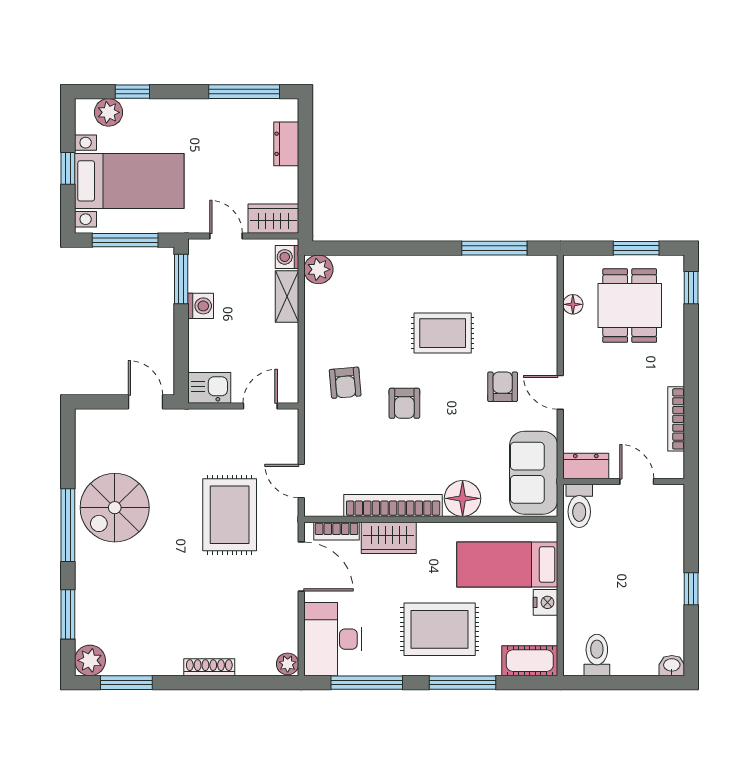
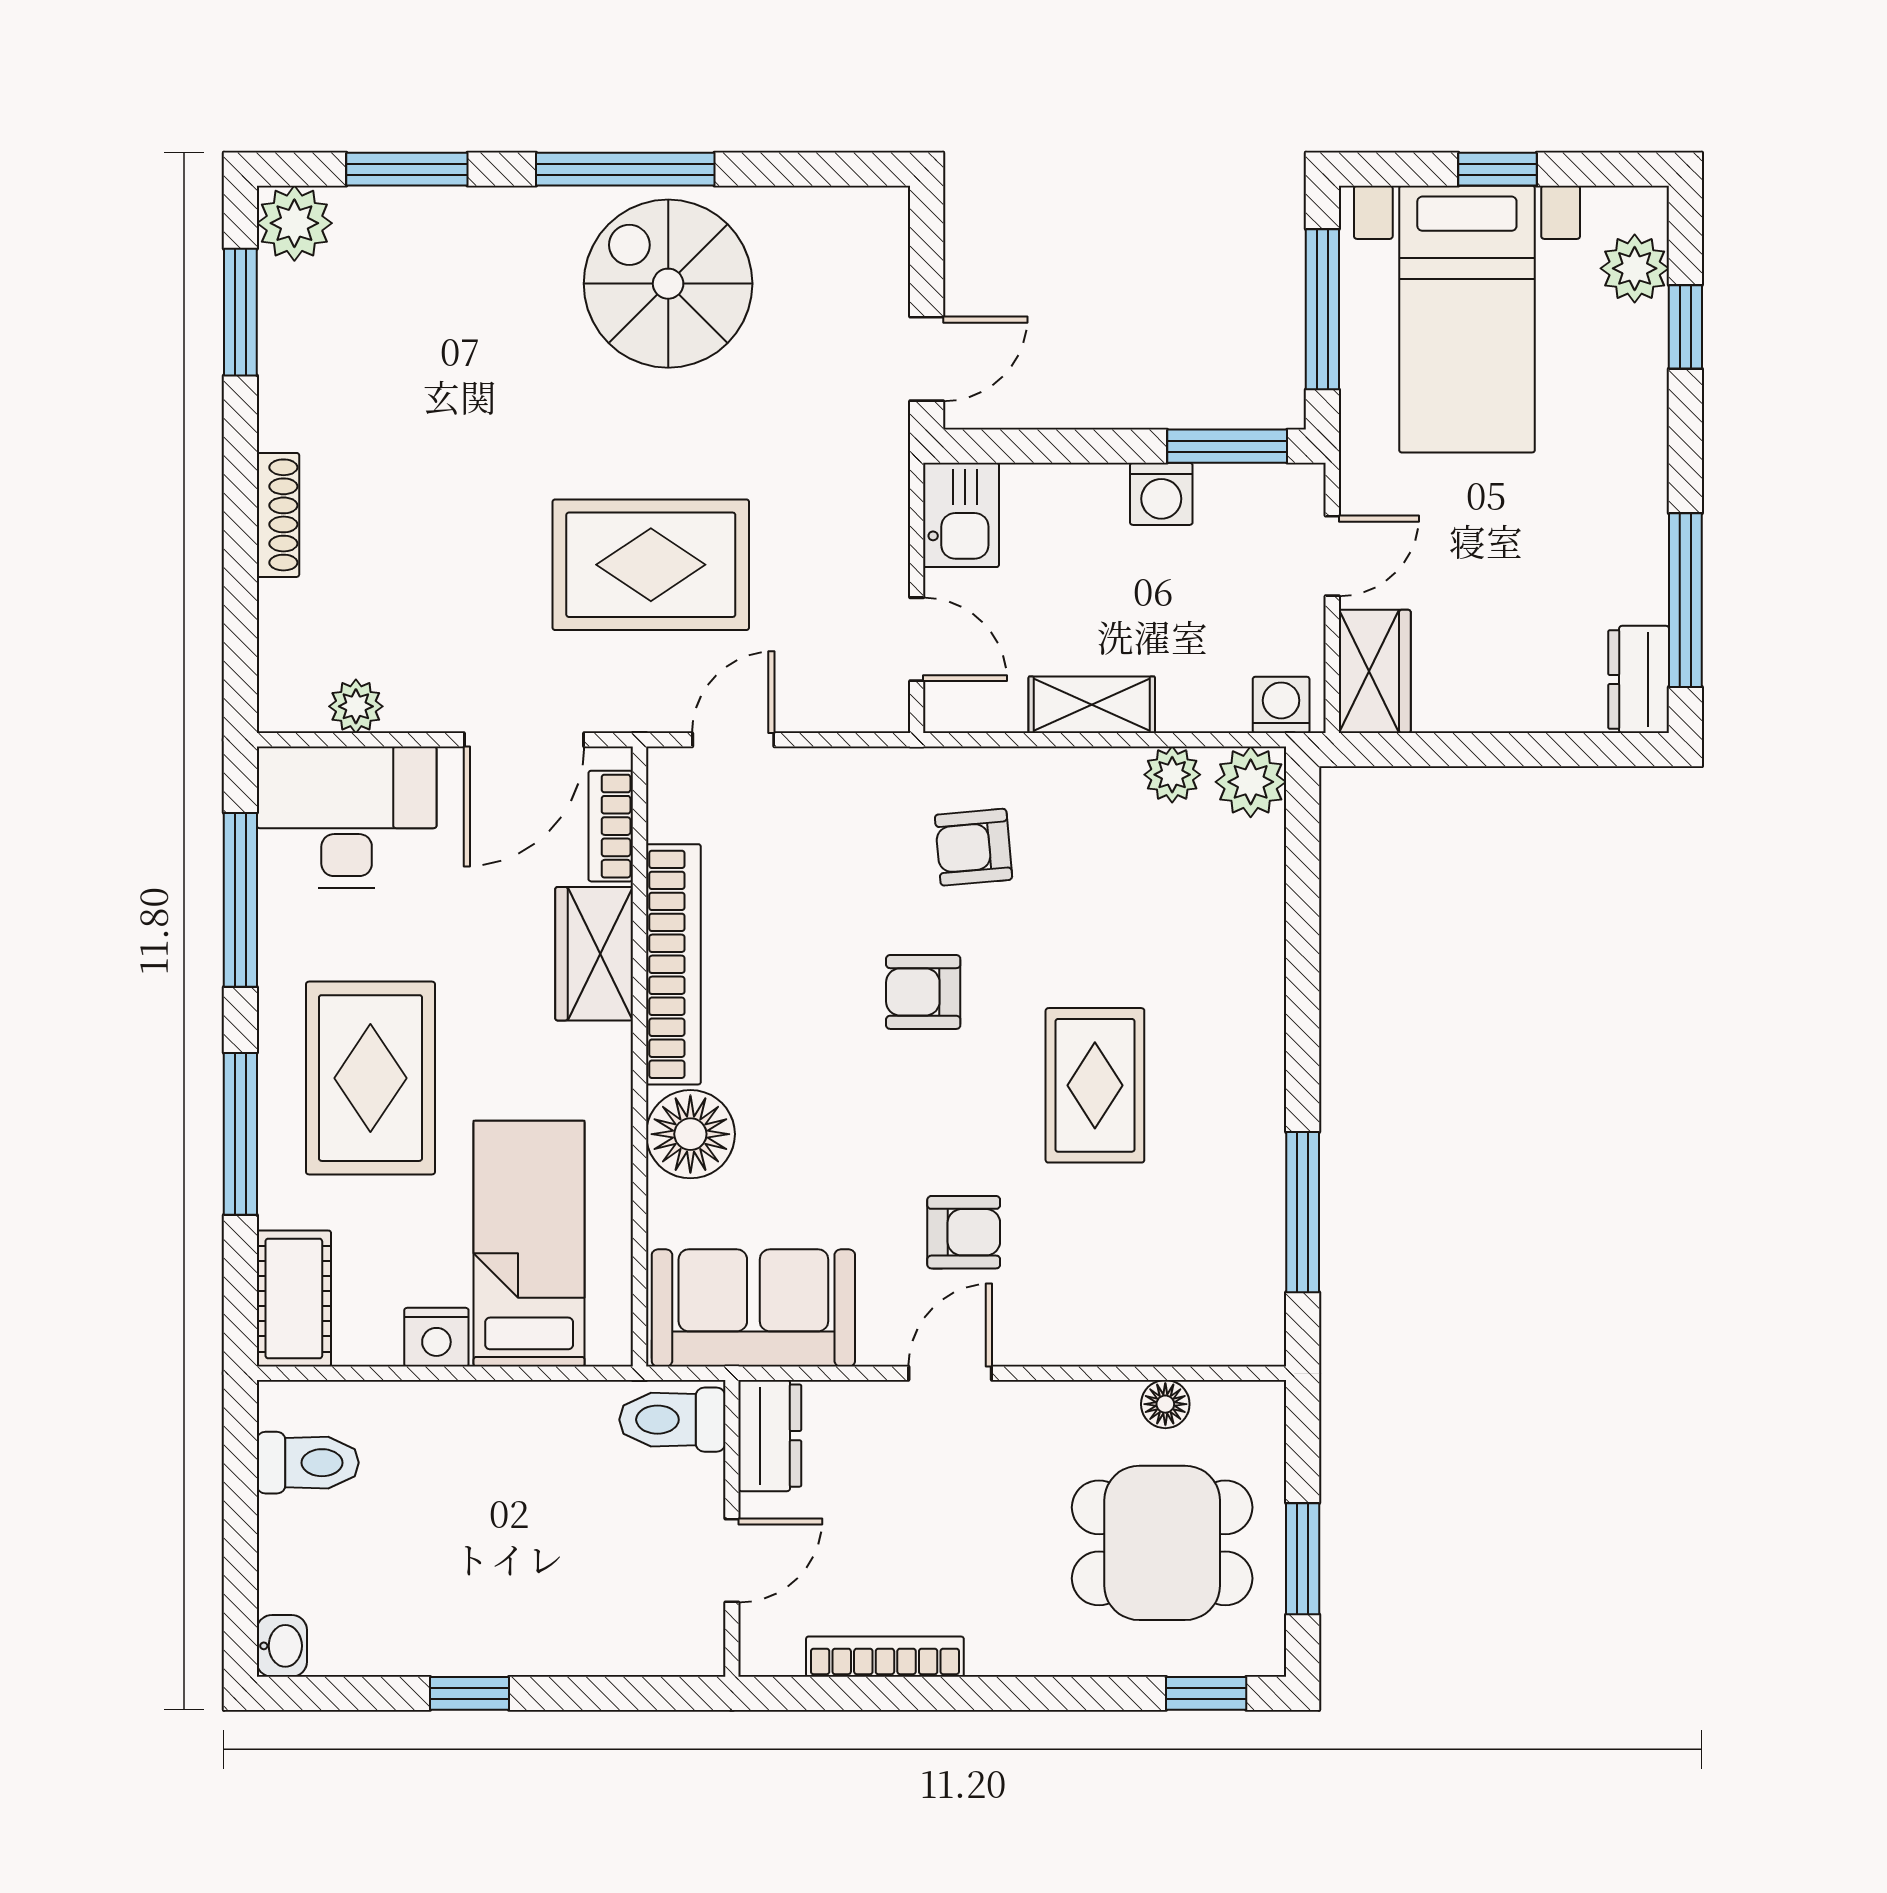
dresser: (286, 144) -> (1639, 679), moved, turned -90
shelving: (287, 296) -> (1092, 705), moved
plant: (315, 302) -> (1172, 775), added
plant: (288, 664) -> (356, 706), moved

